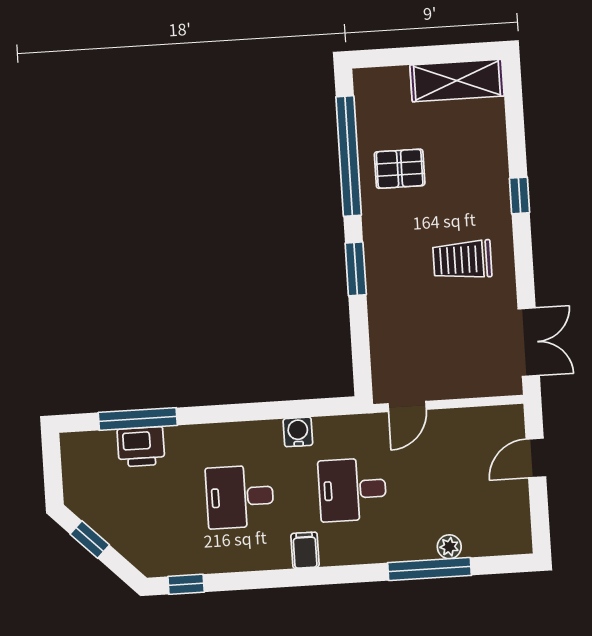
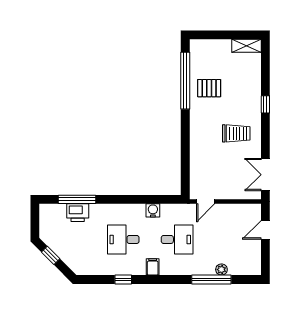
shelving: (457, 81) -> (246, 46), width x0.67, depth x0.75
trolley: (462, 260) -> (236, 133), turned 180
window: (356, 269) -> (185, 134), removed
double door: (529, 342) -> (265, 175), swing flipped
desk: (352, 490) -> (177, 239), turned 180
window: (186, 584) -> (123, 280), moved

